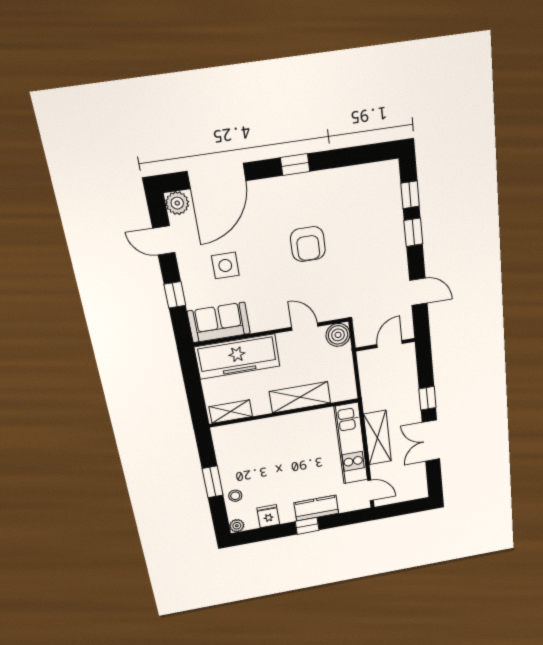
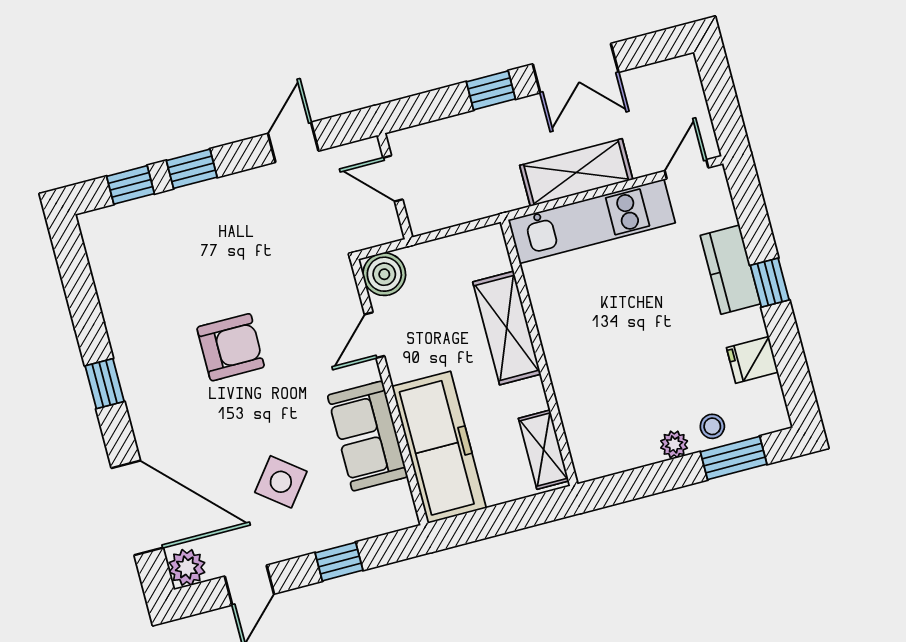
side table: (225, 266) -> (281, 482), turned 38
sofa: (219, 322) -> (368, 436), moved
window: (213, 482) -> (734, 458), moved
plant: (237, 526) -> (674, 444), moved

